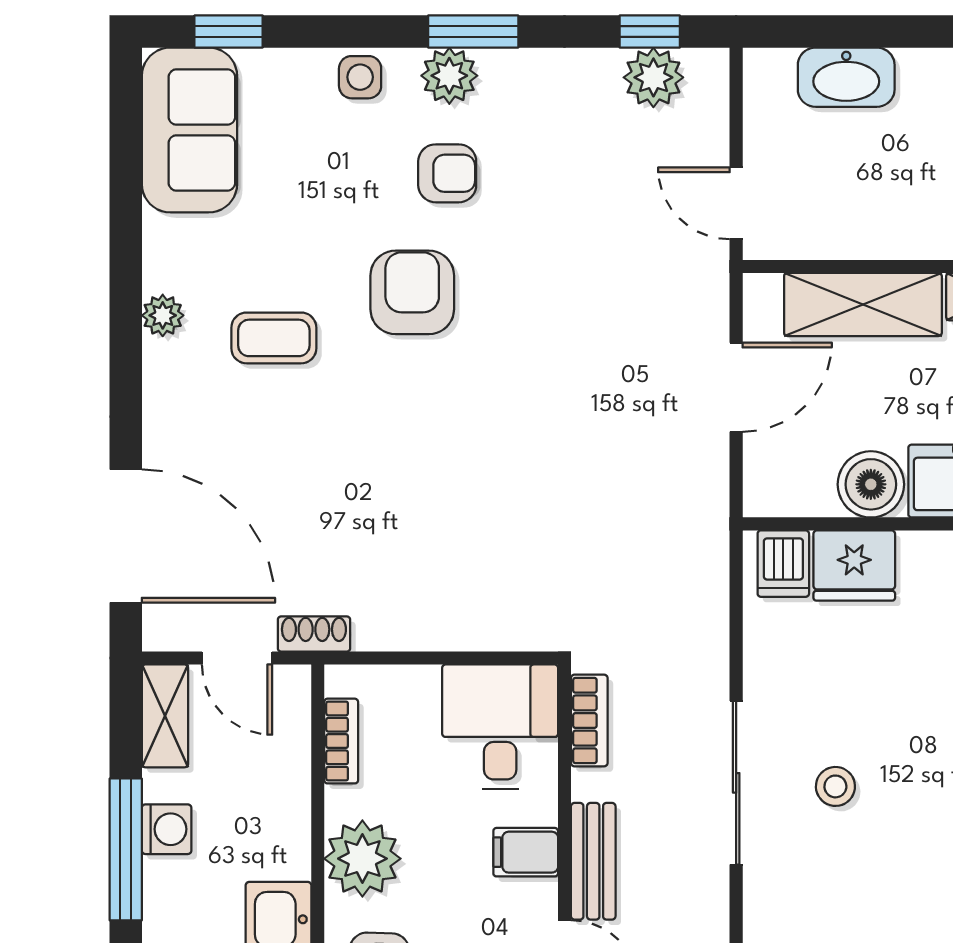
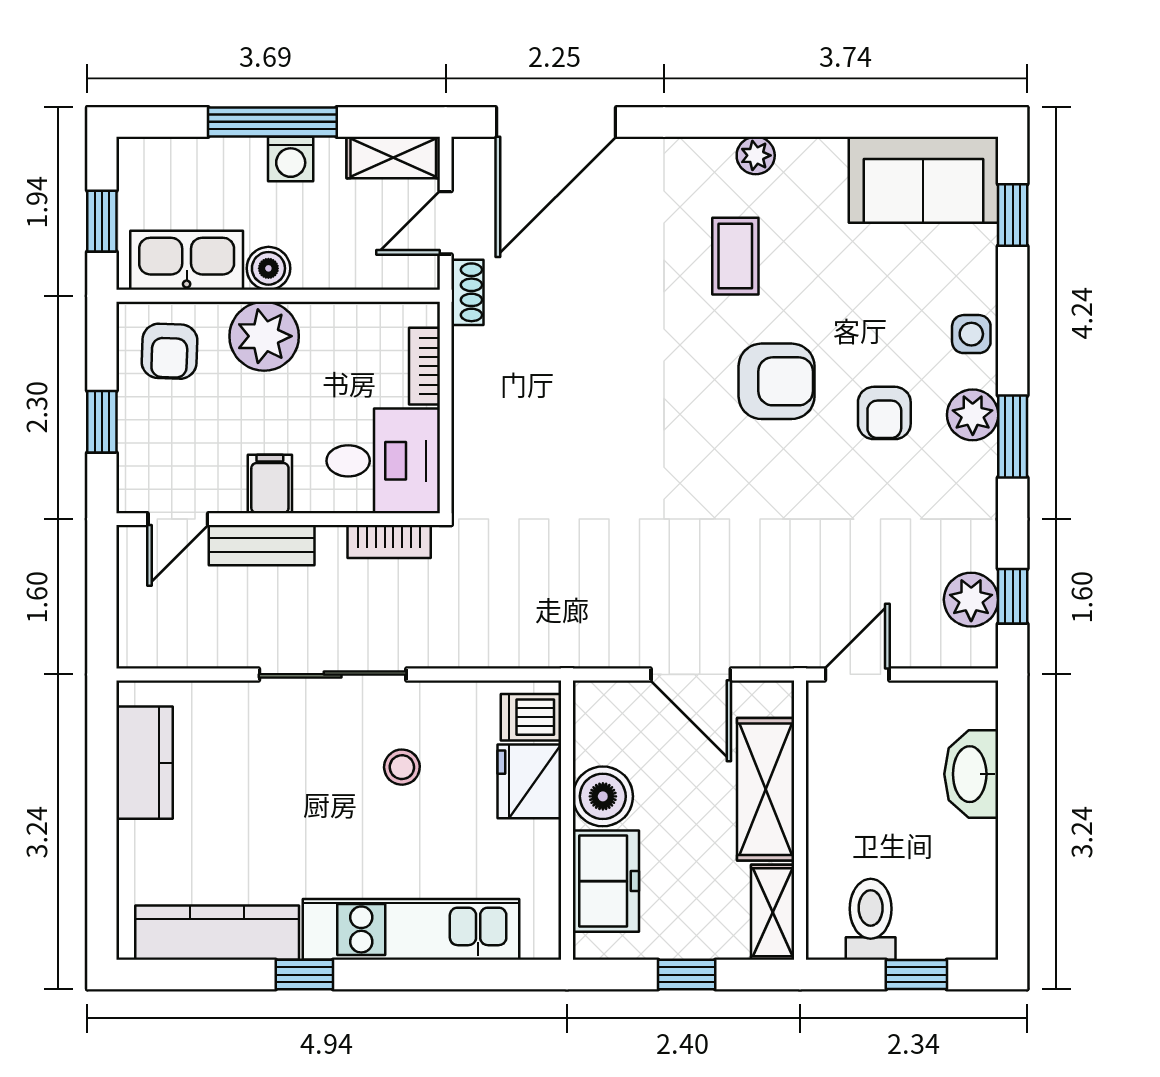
bookcase: (341, 741) -> (424, 366), moved, turned 90
stool: (835, 786) -> (402, 767), moved
boiler: (287, 854) -> (268, 268), added

